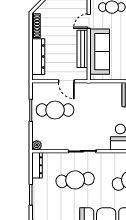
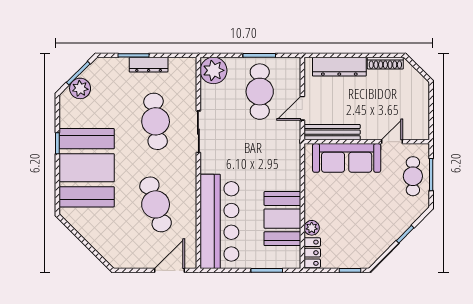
door: (89, 21) -> (392, 142), hinge flipped
bench: (82, 49) -> (332, 132), moved
plant: (37, 145) -> (213, 70), width x1.88, depth x1.88
dresser: (37, 165) -> (149, 65), moved

